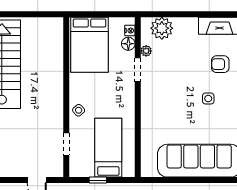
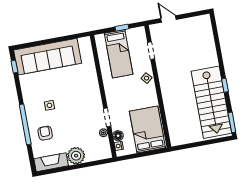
plant: (162, 28) -> (76, 156), moved
armchair: (220, 64) -> (45, 133), turned -90

